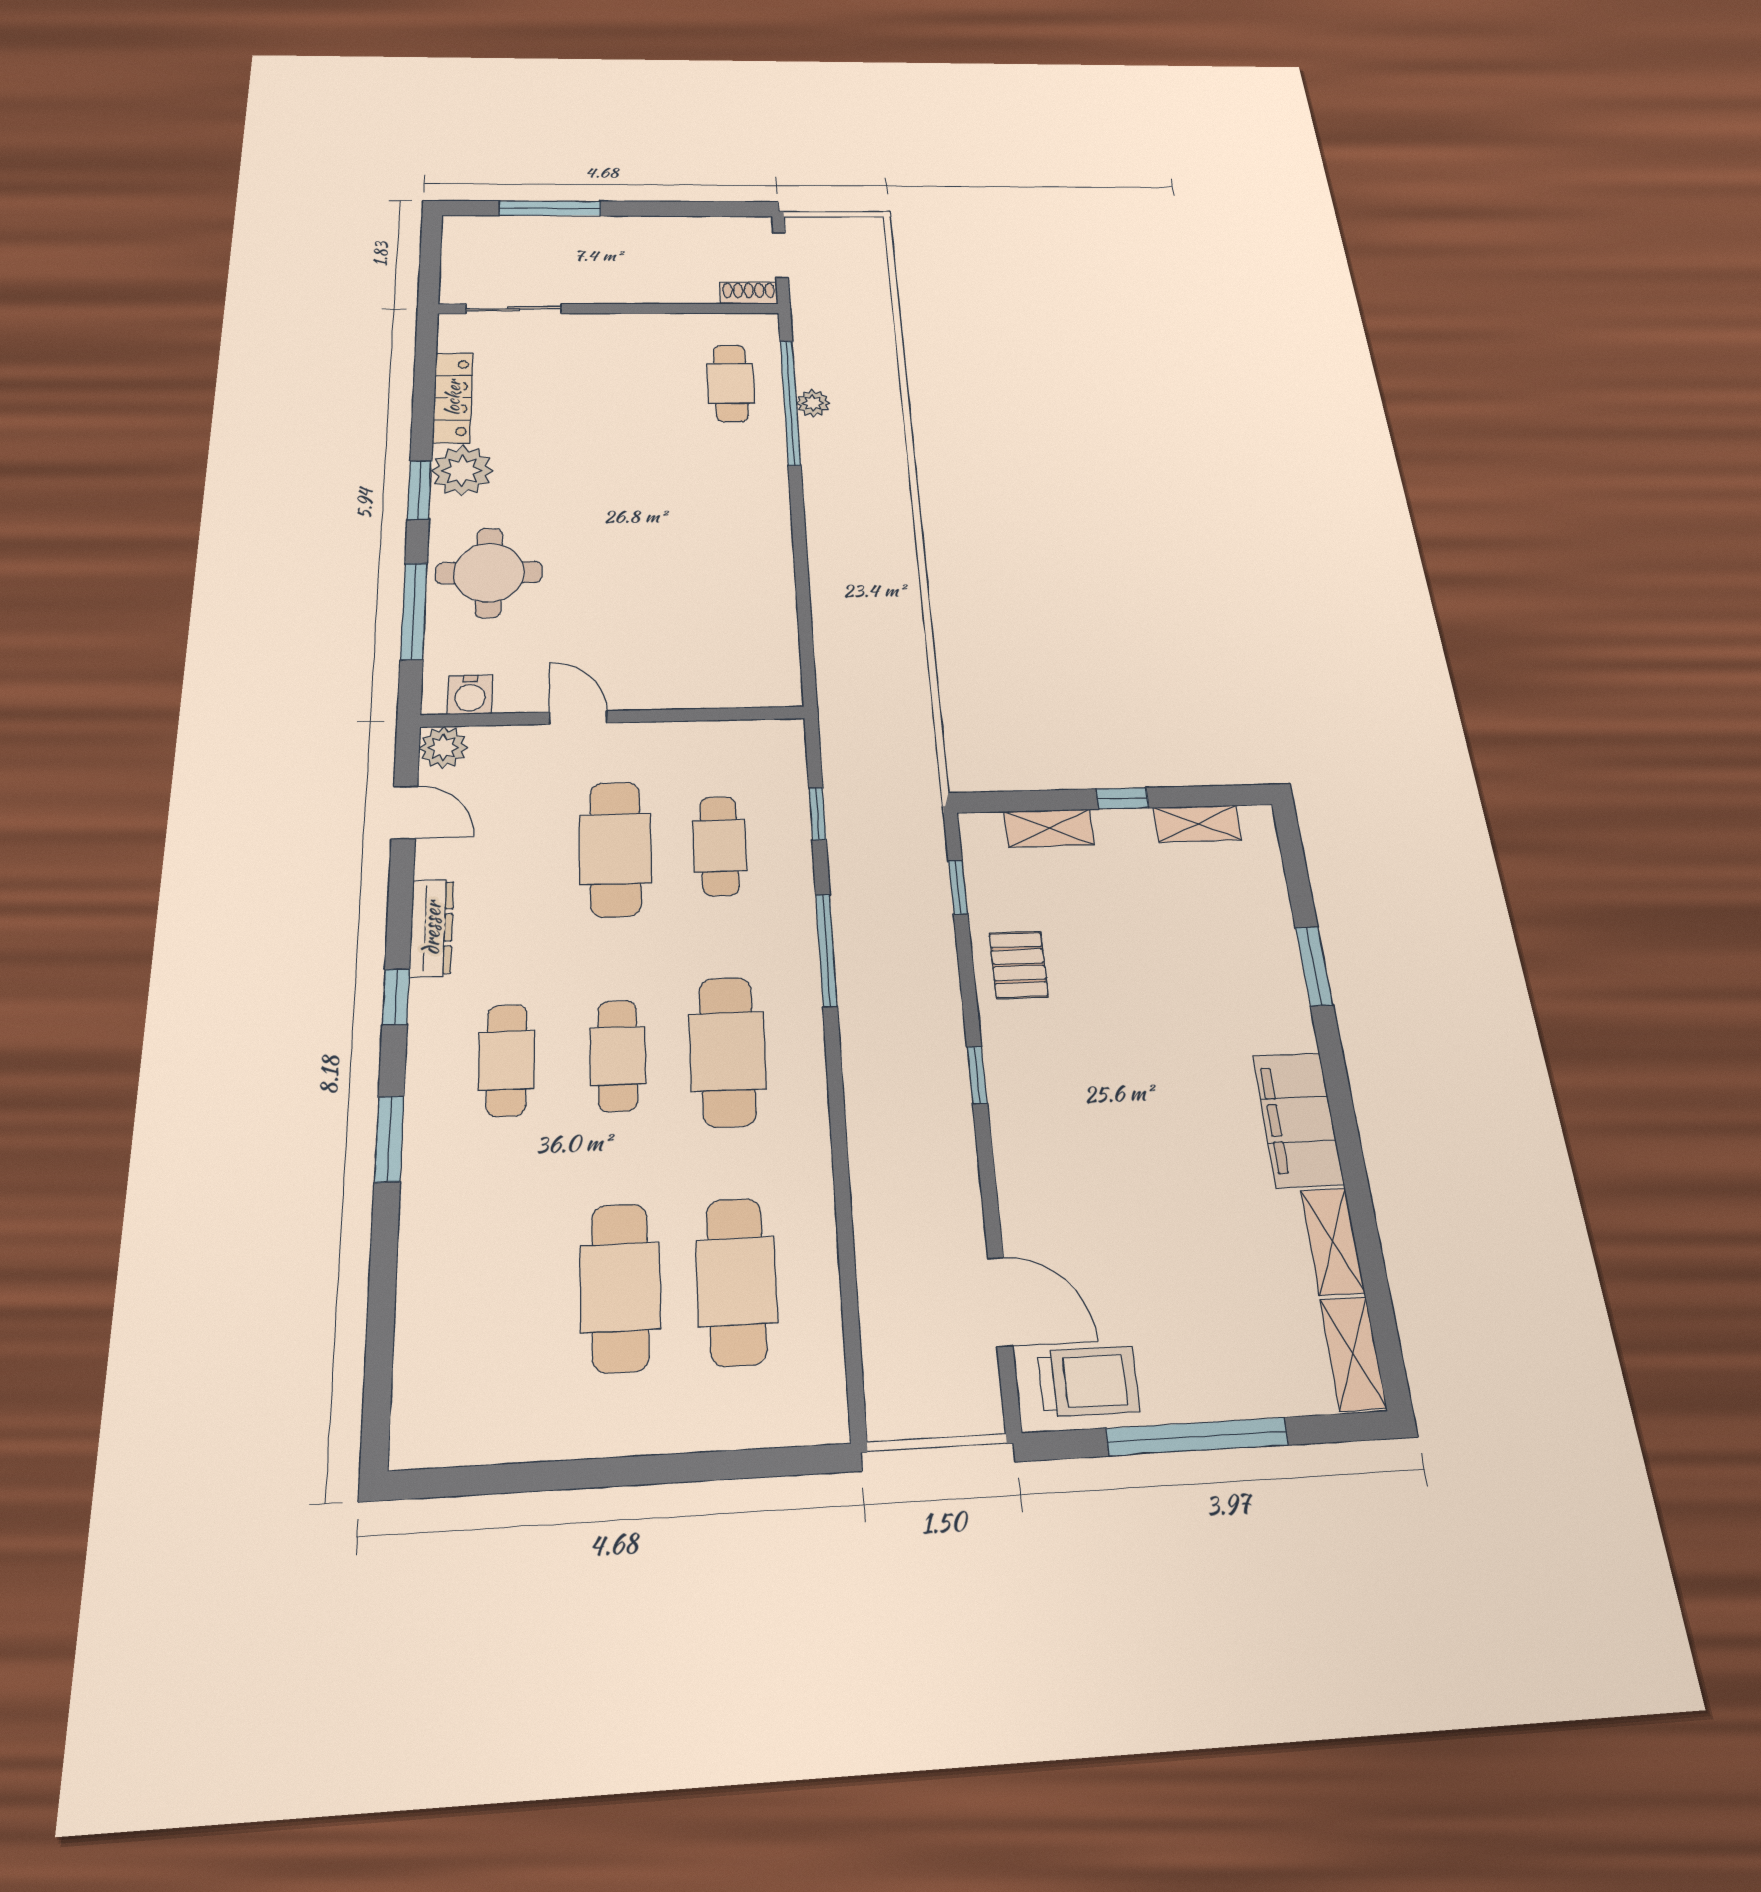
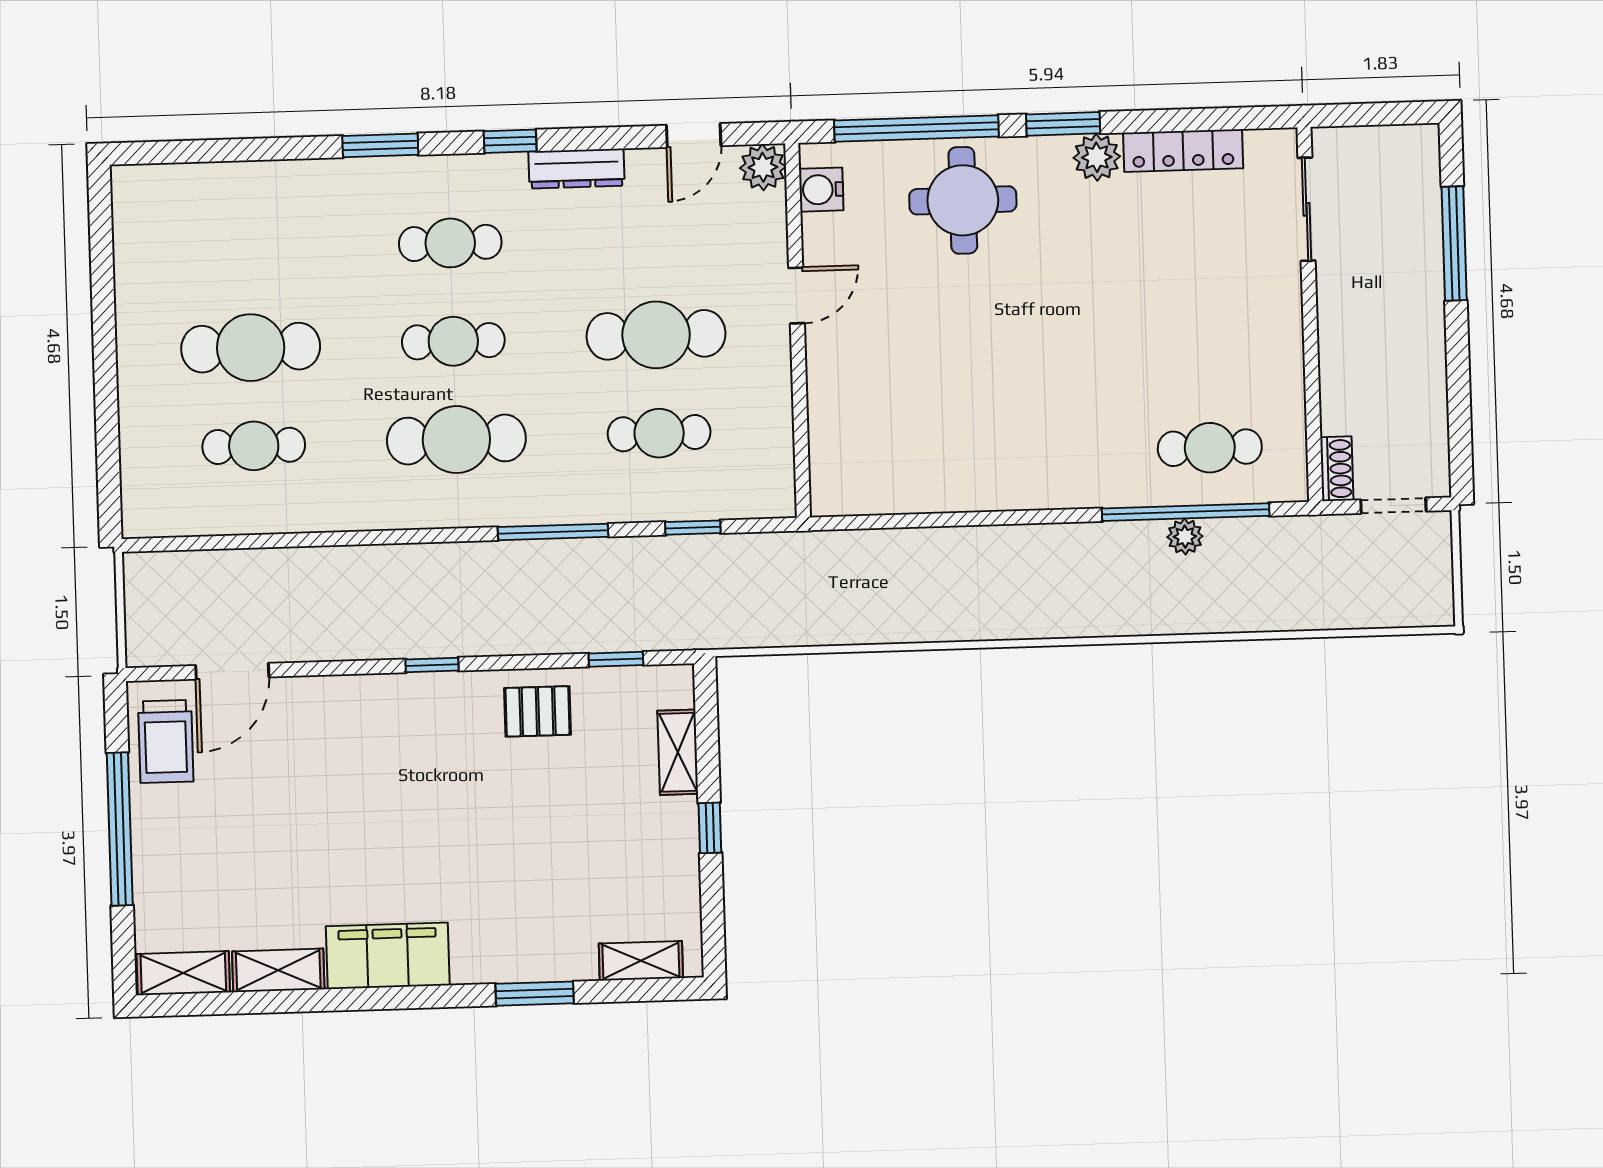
plant: (462, 471) -> (1097, 157), width x0.73, depth x0.73
window: (414, 611) -> (916, 128), width x1.46
shelving: (1197, 824) -> (641, 961), moved, turned 90
cafe table: (736, 1281) -> (254, 446), width x0.73, depth x0.74

